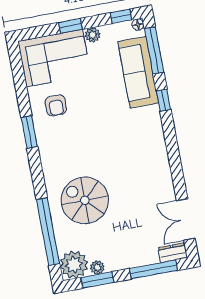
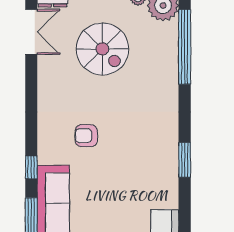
armchair: (56, 105) -> (86, 136), moved, turned -90
spiral stairs: (85, 200) -> (102, 49), moved

